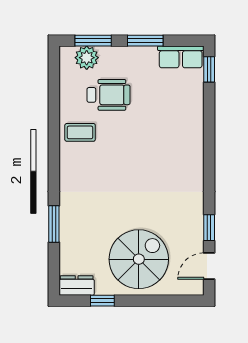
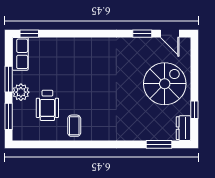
plant: (87, 58) -> (21, 92), moved
wheelchair: (108, 95) -> (47, 105), turned 180
window: (54, 224) -> (159, 144), moved
spiral stairs: (139, 259) -> (165, 84), turned 90

